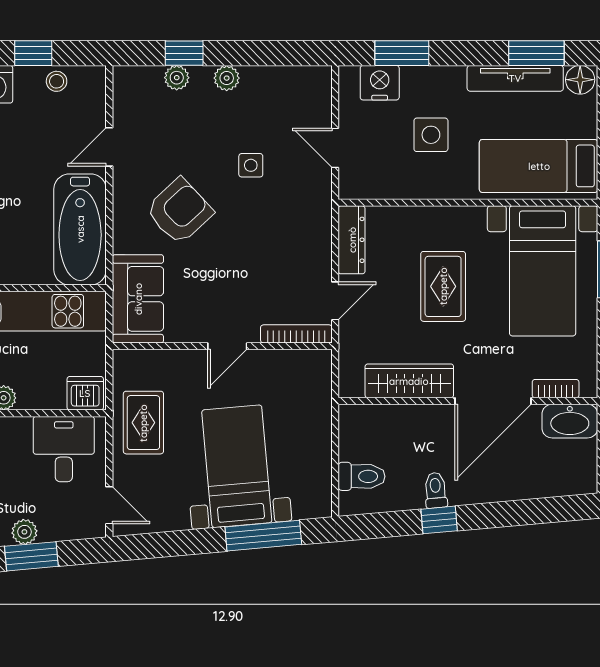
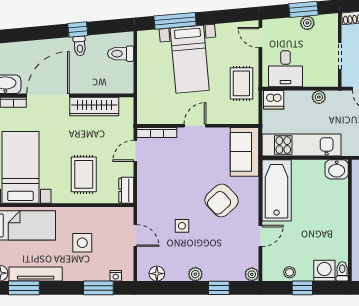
plant: (177, 78) -> (252, 274), moved
floor lamp: (296, 79) -> (157, 274), added
nightstand: (380, 83) -> (116, 276), width x0.53, depth x0.56
dresser: (352, 240) -> (126, 190), width x0.70
rug: (443, 286) -> (84, 174), moved

